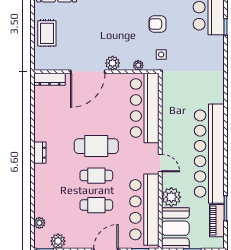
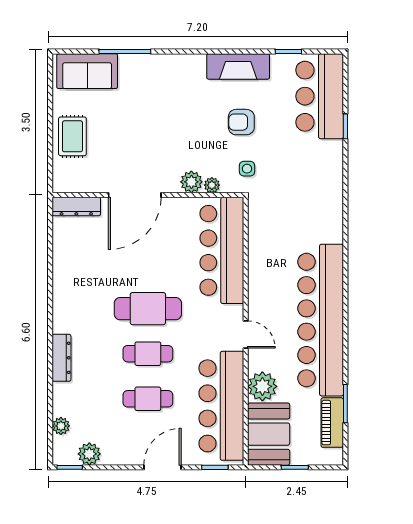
plant: (113, 63) -> (191, 182), moved
dresser: (40, 153) -> (61, 358), moved, width x1.44

